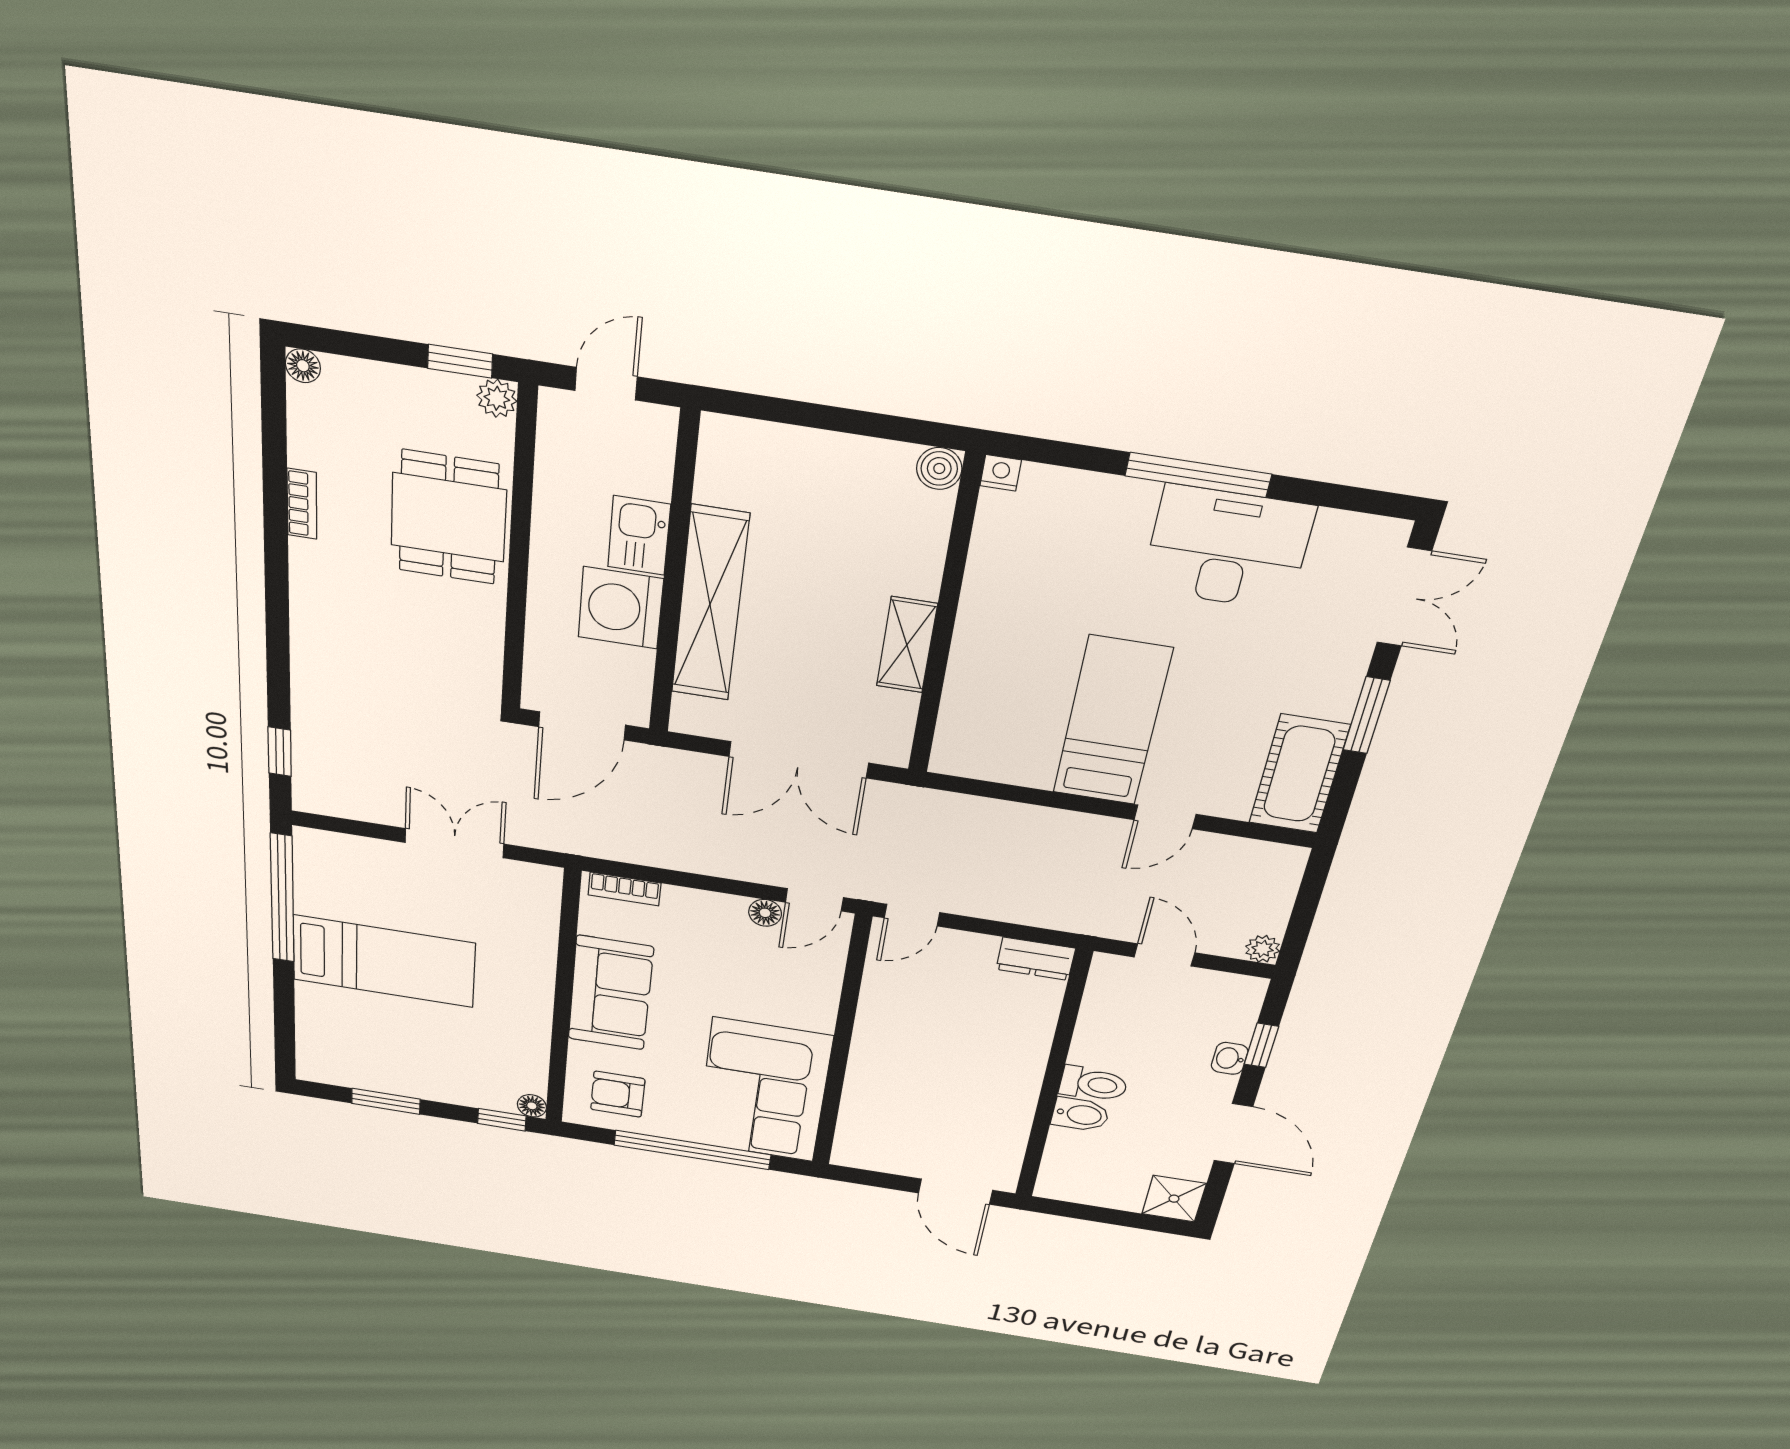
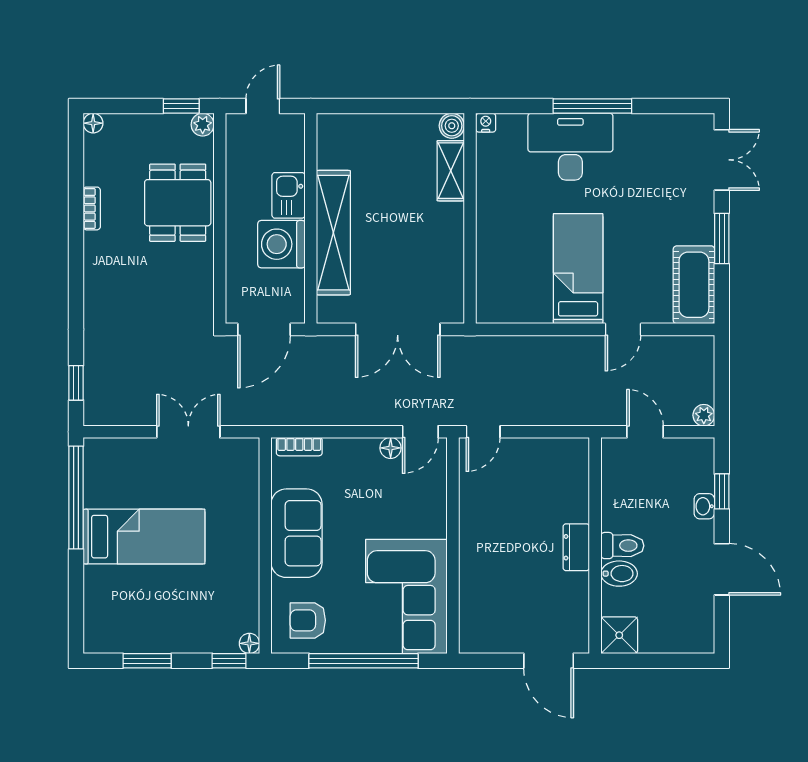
desk: (1228, 548) -> (570, 147), moved
shelving: (907, 645) -> (451, 171), moved
dresser: (1036, 959) -> (576, 547), moved, turned 90
shower: (1174, 1199) -> (619, 635), moved

